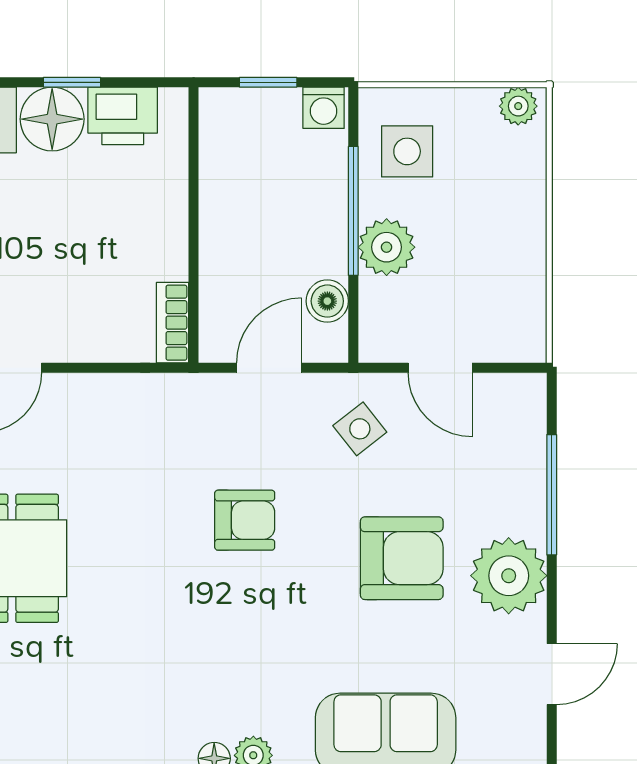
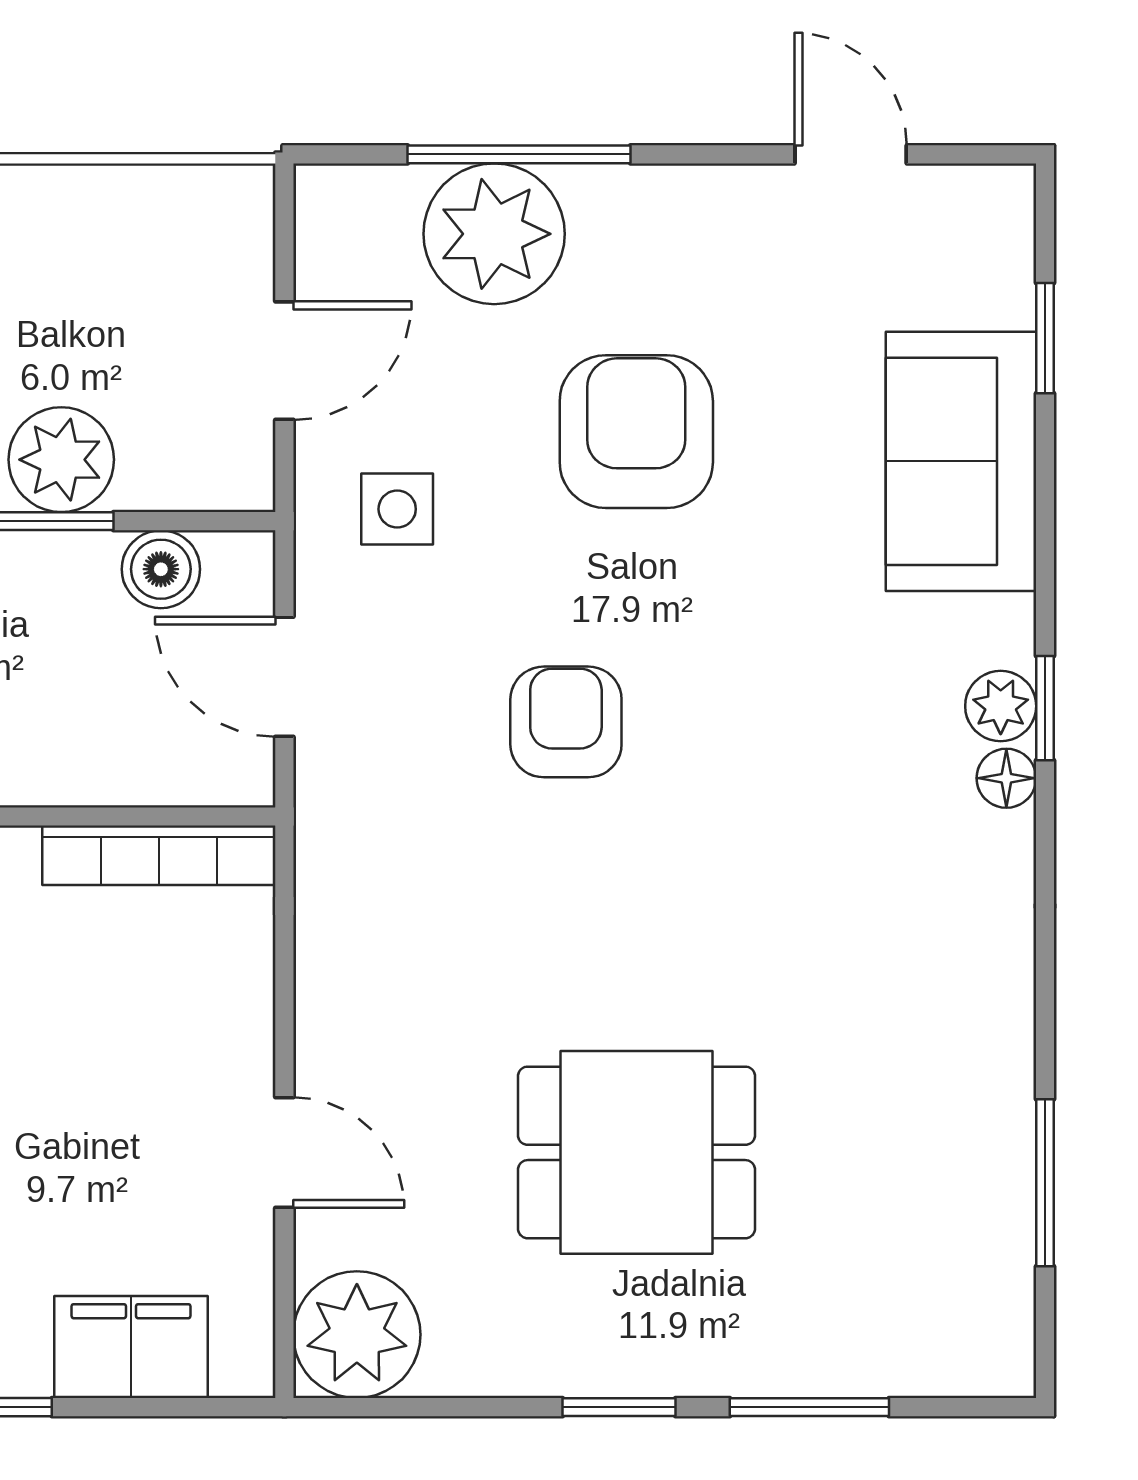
bookcase: (173, 323) -> (159, 855), width x1.56
side table: (360, 429) -> (397, 509), turned 38
plant: (509, 576) -> (494, 234), moved

